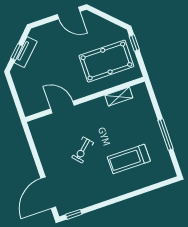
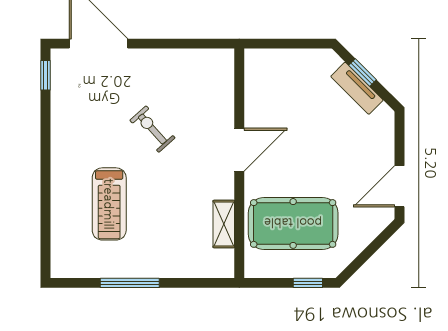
pool table: (106, 61) -> (293, 223), turned 90
door: (62, 107) -> (239, 150), moved
treadmill: (129, 159) -> (109, 204), turned 180

